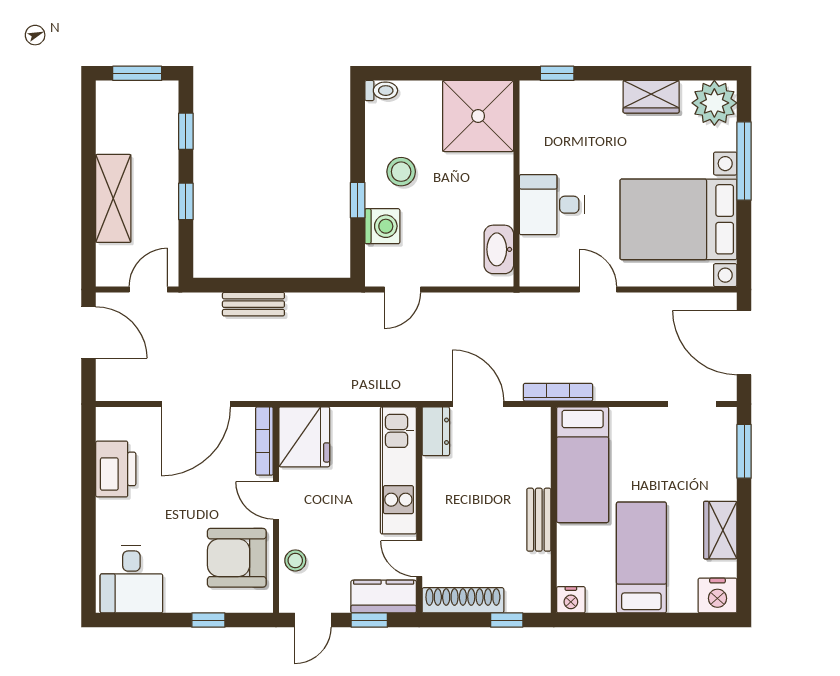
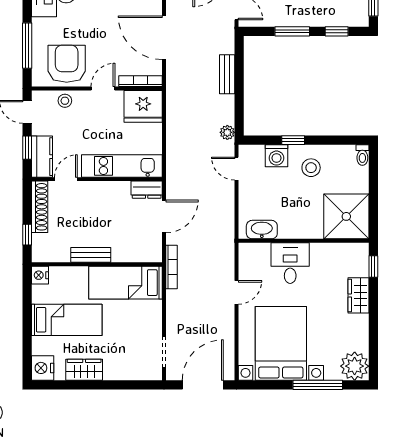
wardrobe: (651, 97) -> (358, 295), moved
window: (186, 201) -> (292, 31), width x1.50
plant: (345, 304) -> (227, 132), added
window: (744, 451) -> (134, 385), removed
window: (208, 620) -> (27, 46), width x2.17

